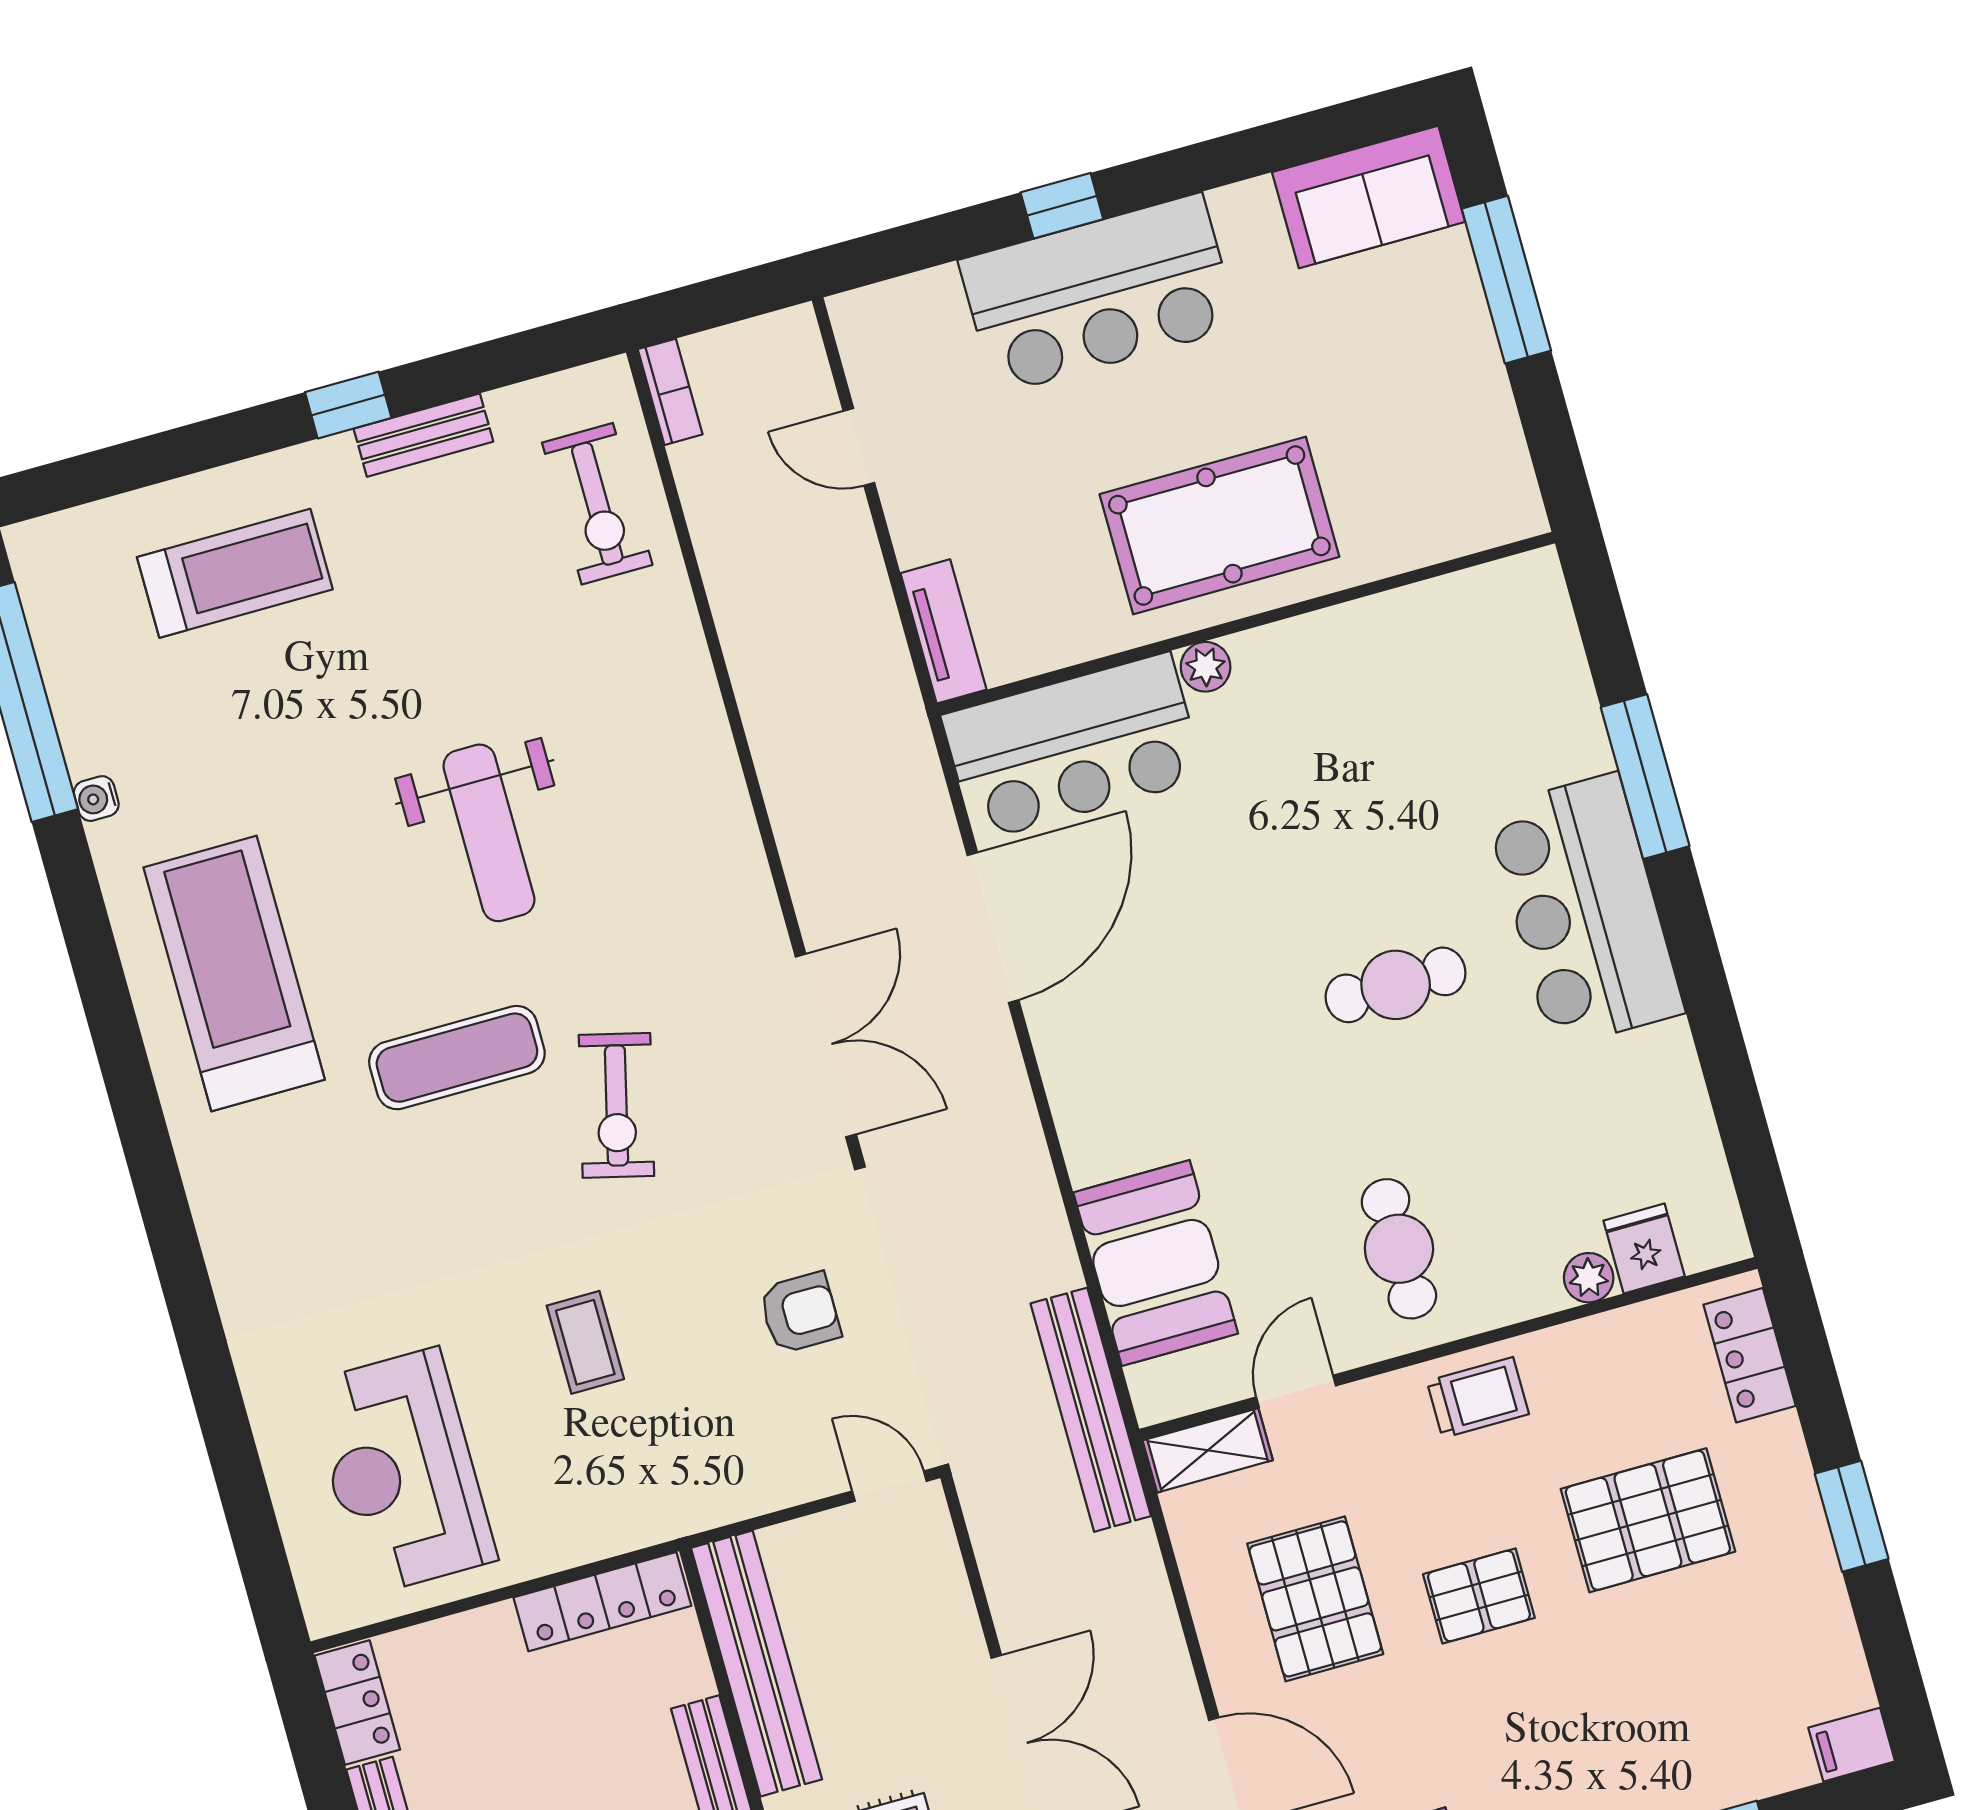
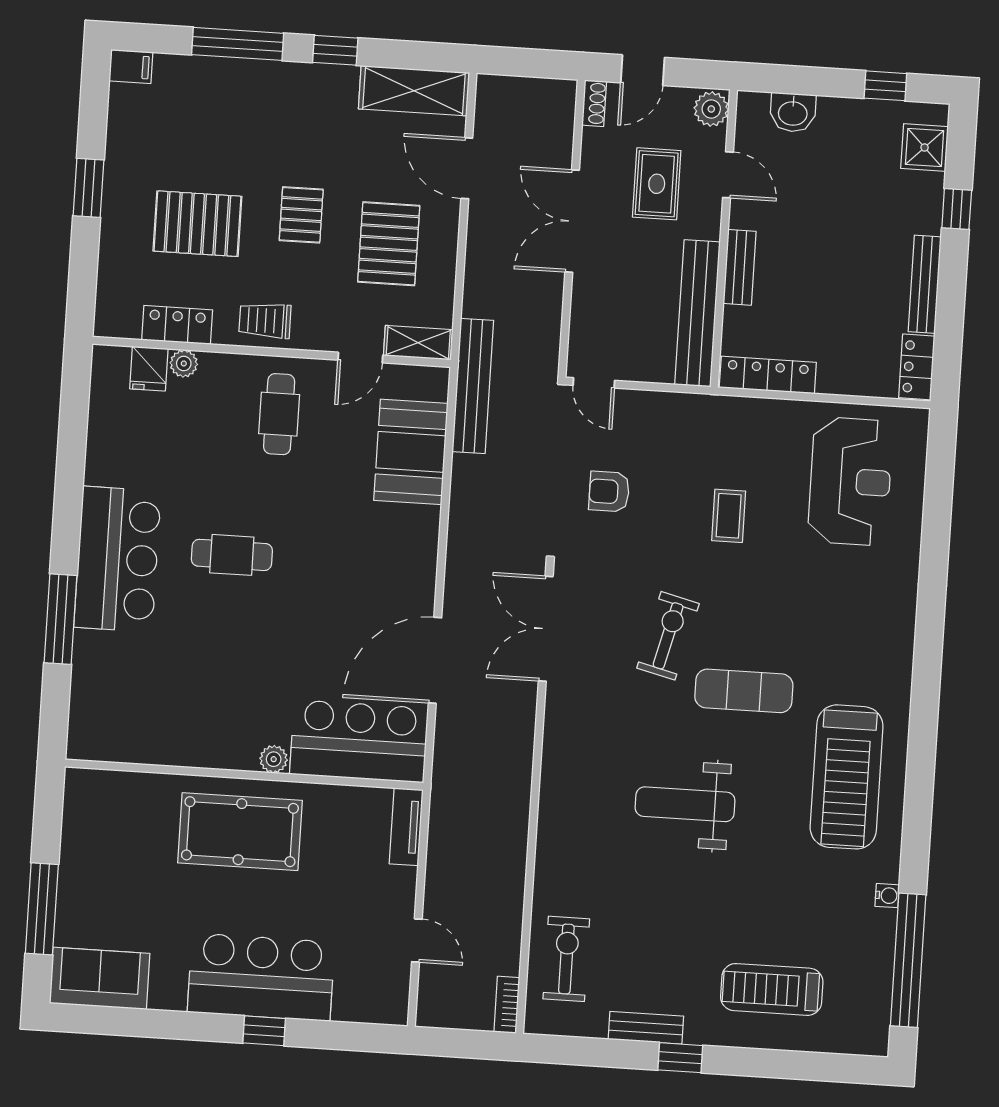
weight bench: (489, 833) -> (685, 804), turned -90
locker: (1750, 1355) -> (177, 325), moved, turned -90
pallet: (1479, 1596) -> (301, 215), turned 90

